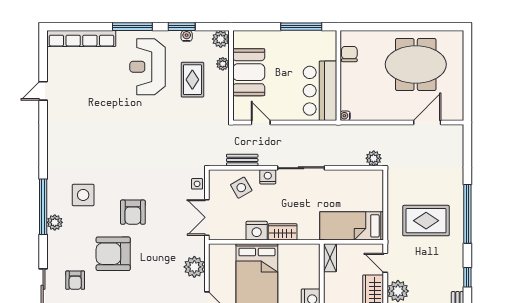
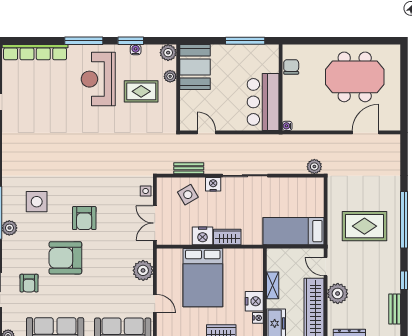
booth: (249, 72) -> (195, 67), moved
rug: (192, 80) -> (141, 91), turned 90
shelving: (330, 258) -> (273, 285), moved

